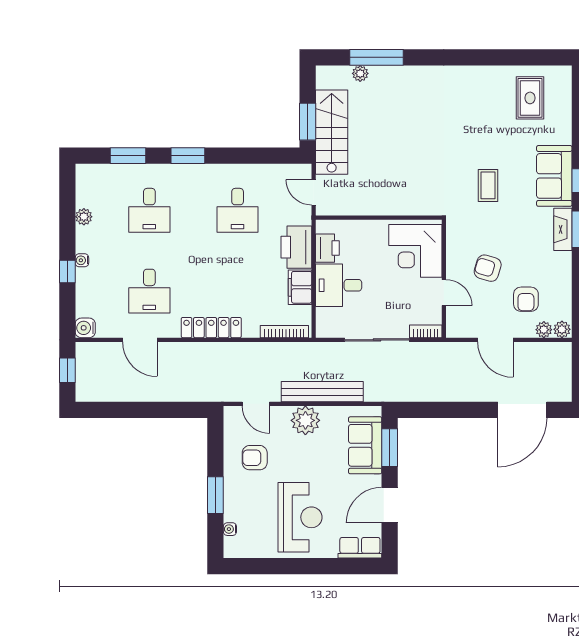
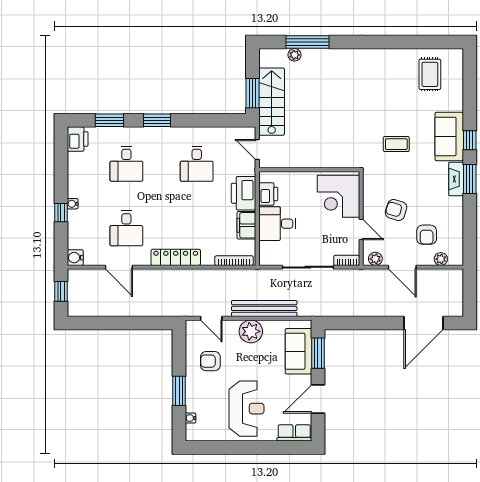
printer: (88, 179) -> (78, 139), added
coffee table: (488, 185) -> (396, 144), turned 90
plant: (84, 217) -> (74, 169), removed
plant: (562, 329) -> (375, 259), moved

